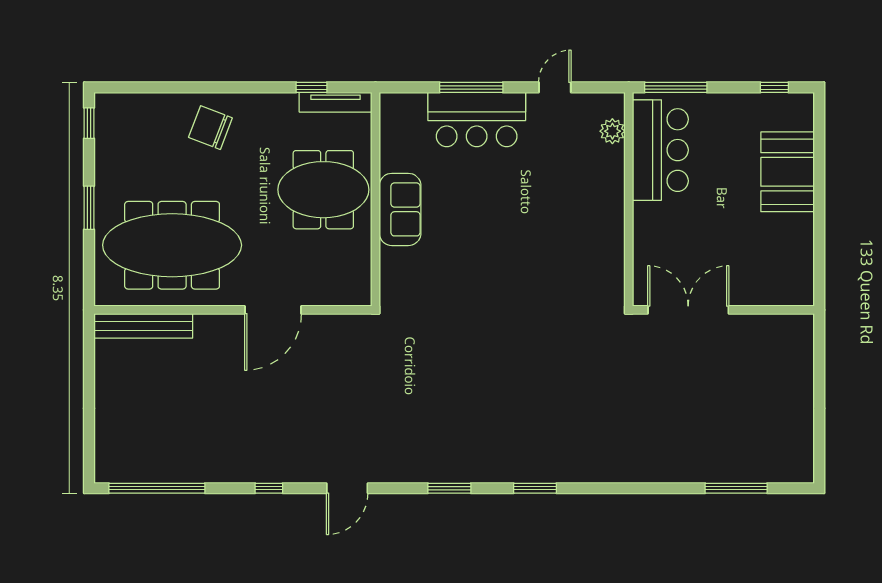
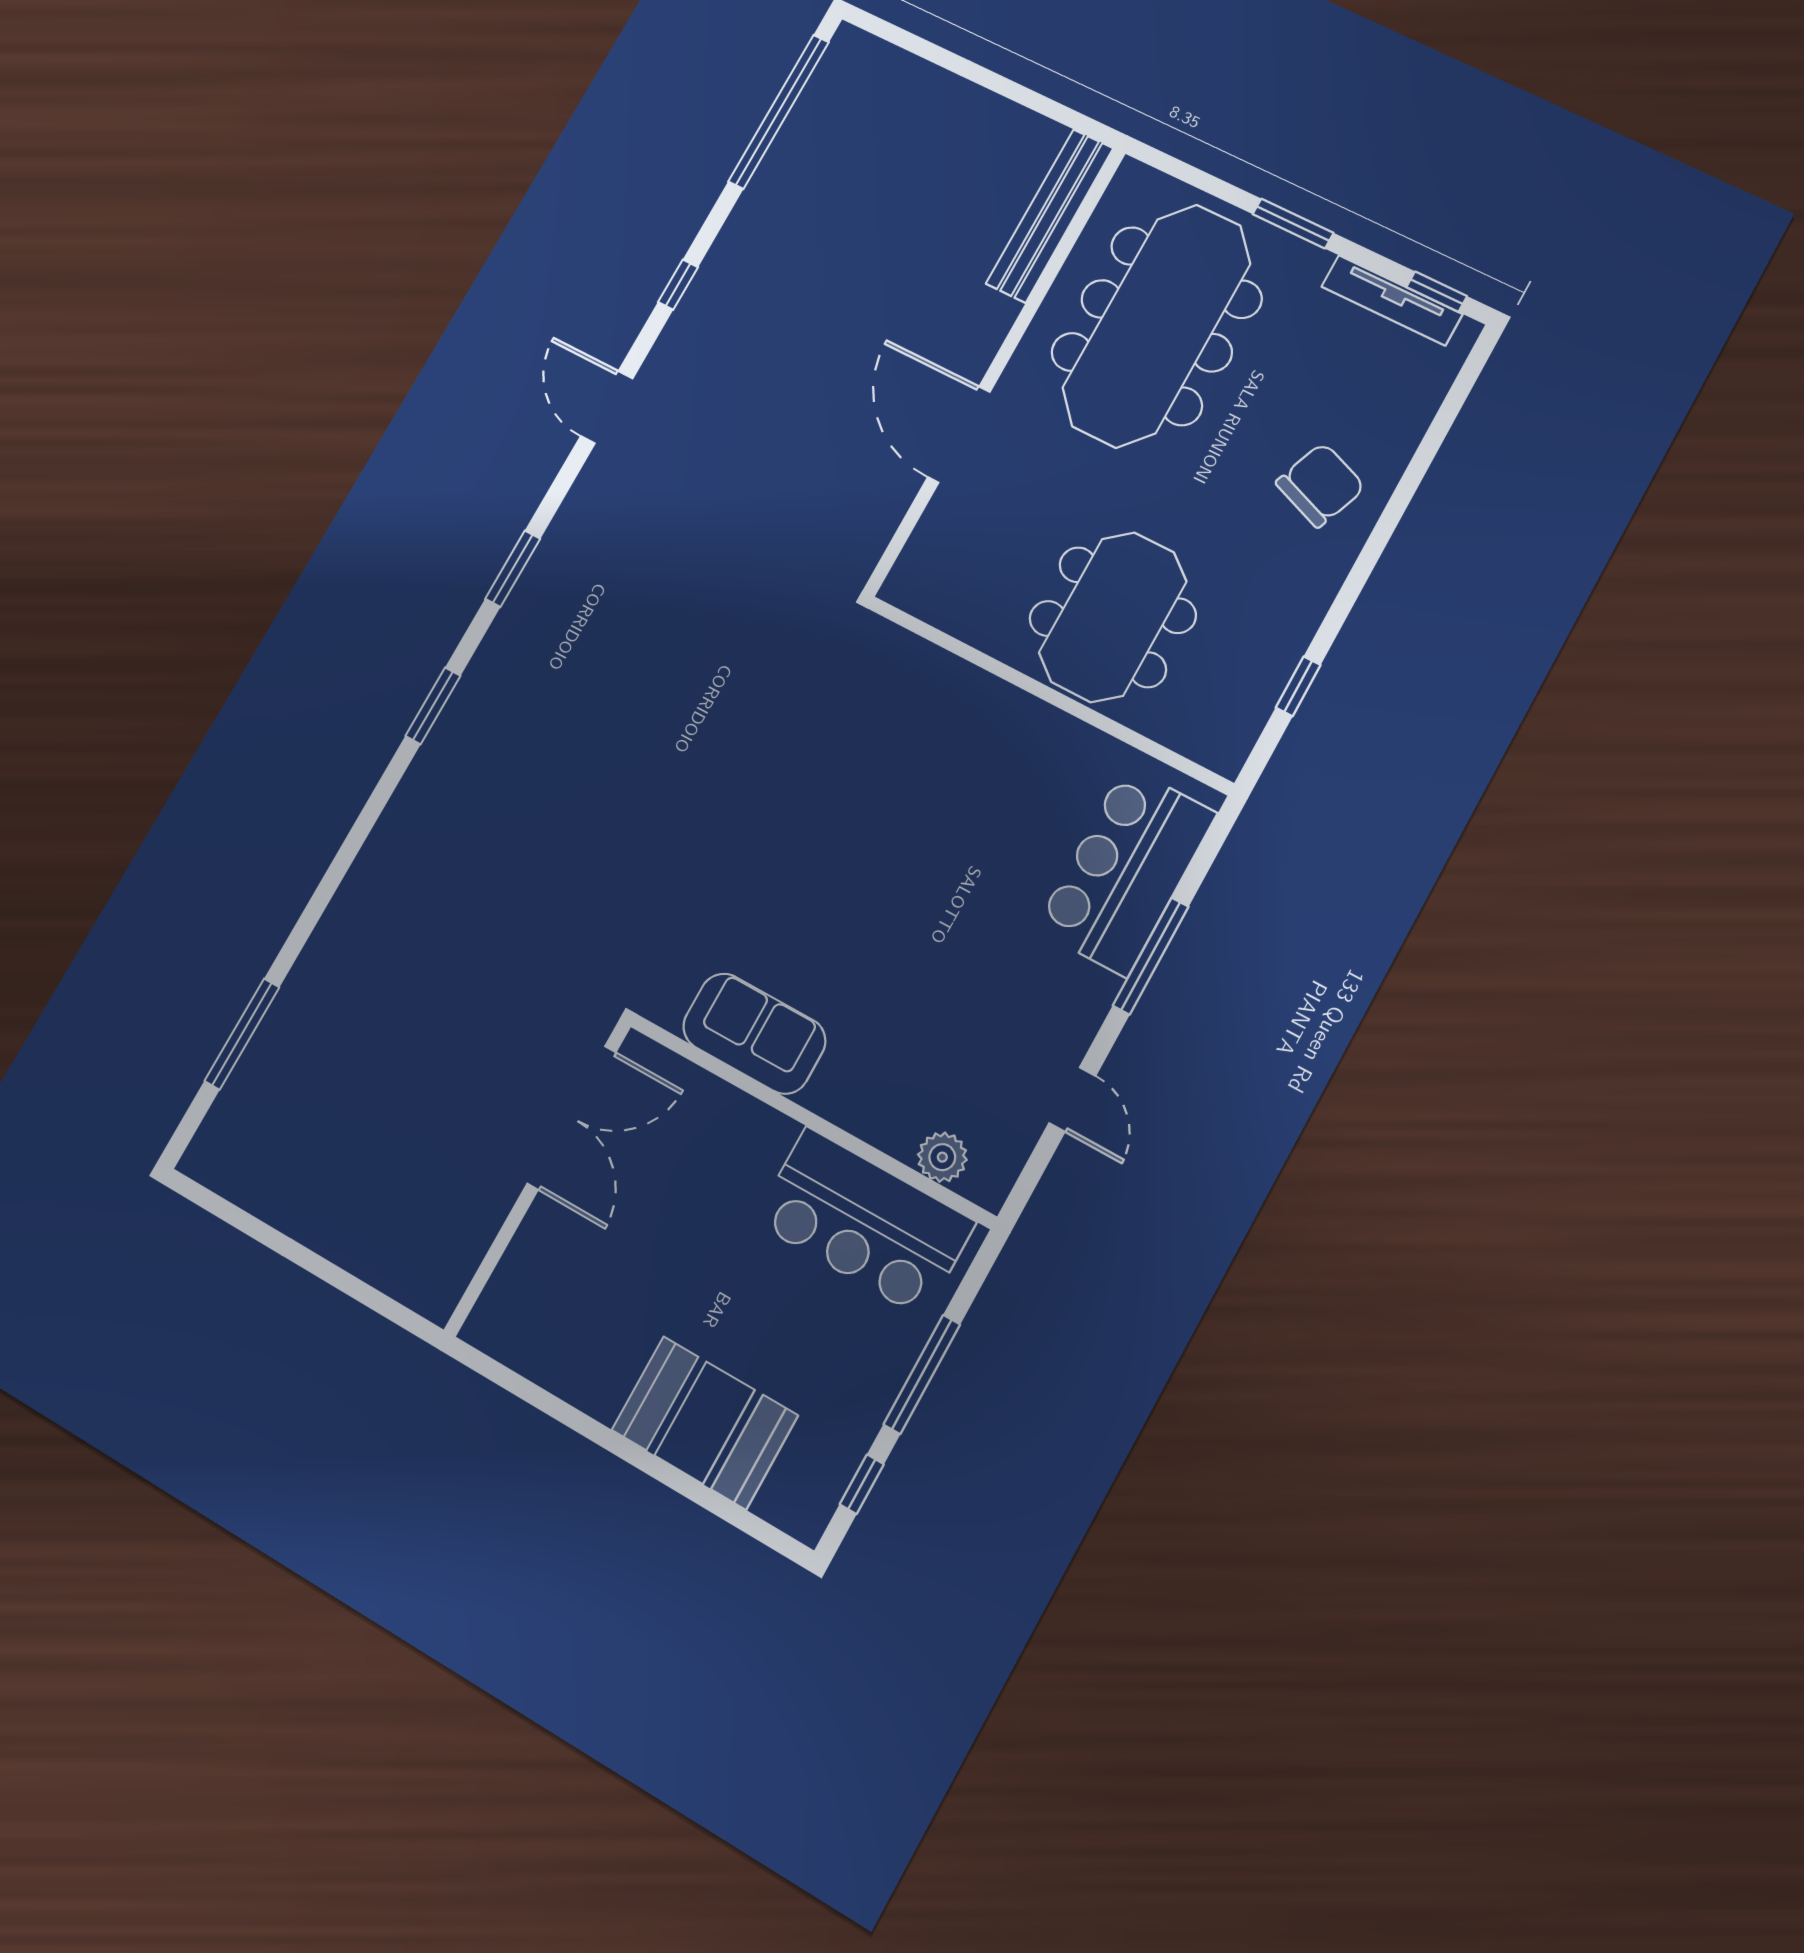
window: (676, 87) -> (922, 1374), moved
tv unit: (335, 102) -> (1392, 300), moved, turned -90
bar counter: (477, 119) -> (1126, 871), moved
sofa: (400, 209) -> (754, 1034), moved, turned 180

